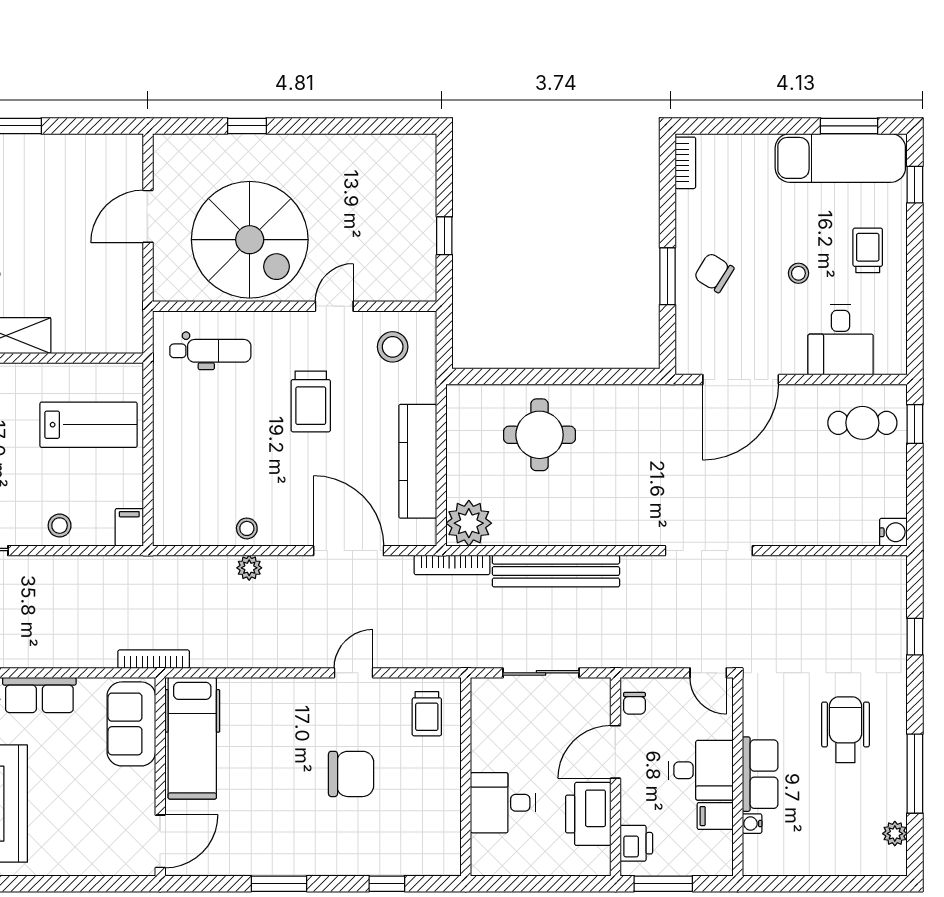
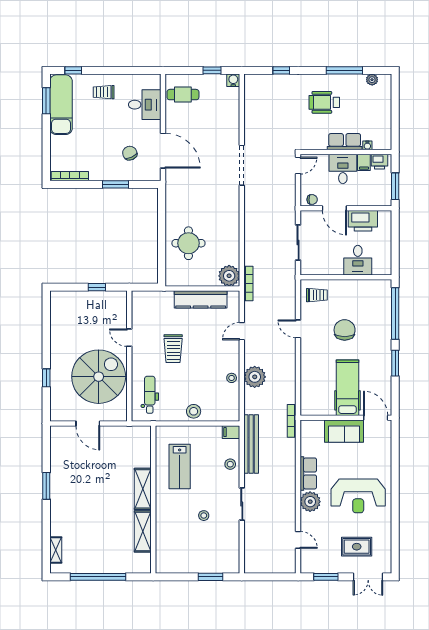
bookcase: (685, 163) -> (70, 176), width x1.56
chair: (714, 273) -> (130, 153), moved, turned 124
stool: (798, 273) -> (114, 124), removed
stool: (393, 347) -> (194, 411), moved
trolley: (311, 401) -> (173, 349), turned 90
cafe table: (862, 423) -> (183, 95), turned 90
window: (915, 424) -> (212, 70), moved
lab bench: (89, 425) -> (180, 467), moved, turned 180
door: (349, 551) -> (242, 331), width x0.53
plant: (249, 568) -> (255, 377), width x1.87, depth x1.87
bench: (556, 571) -> (251, 444), moved
sofa: (131, 724) -> (344, 431), moved
hospital bed: (192, 738) -> (347, 388), moved, turned -90
printer: (636, 843) -> (380, 162), moved, turned 180
window: (387, 884) -> (395, 314), width x3.17

